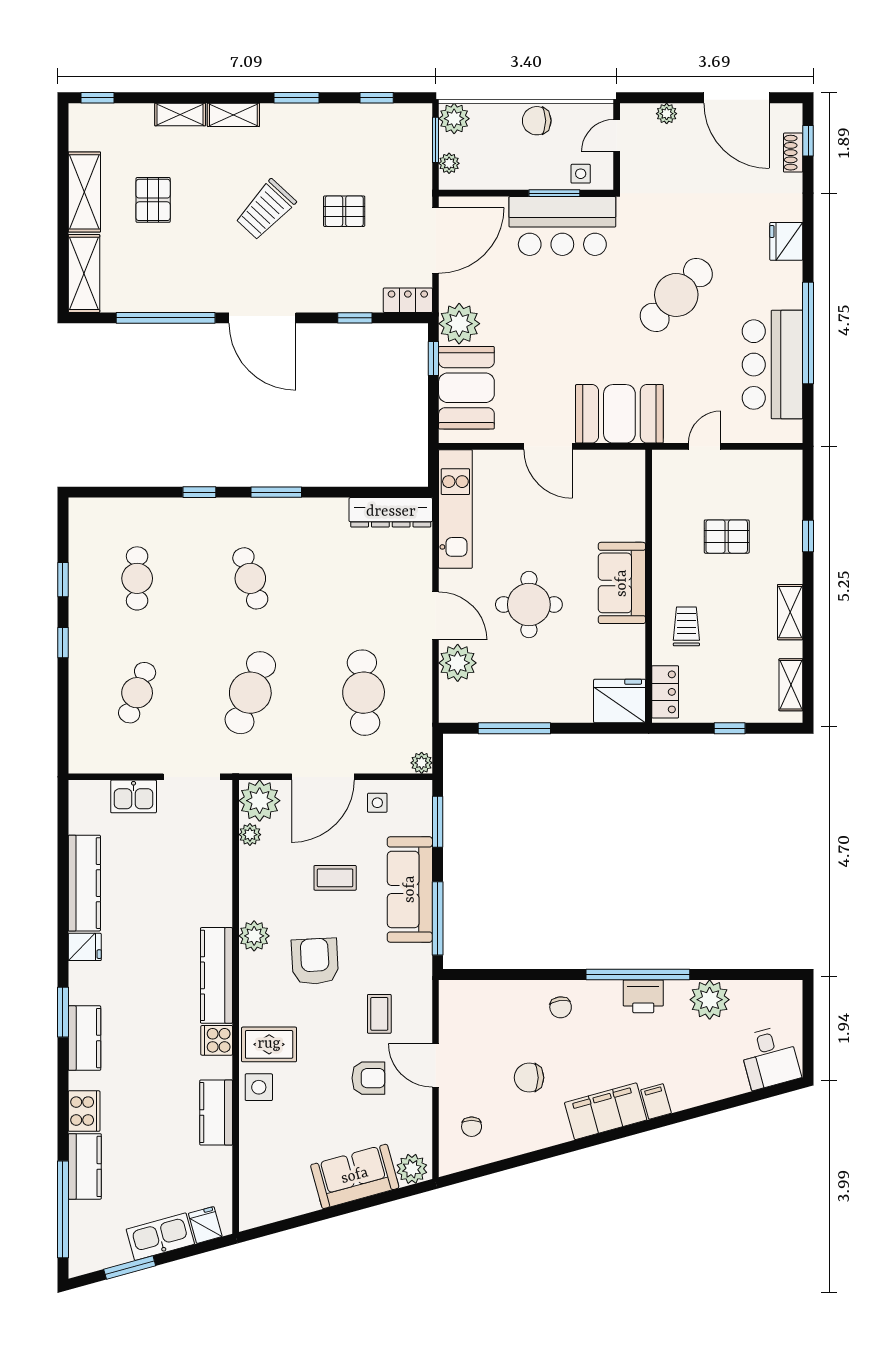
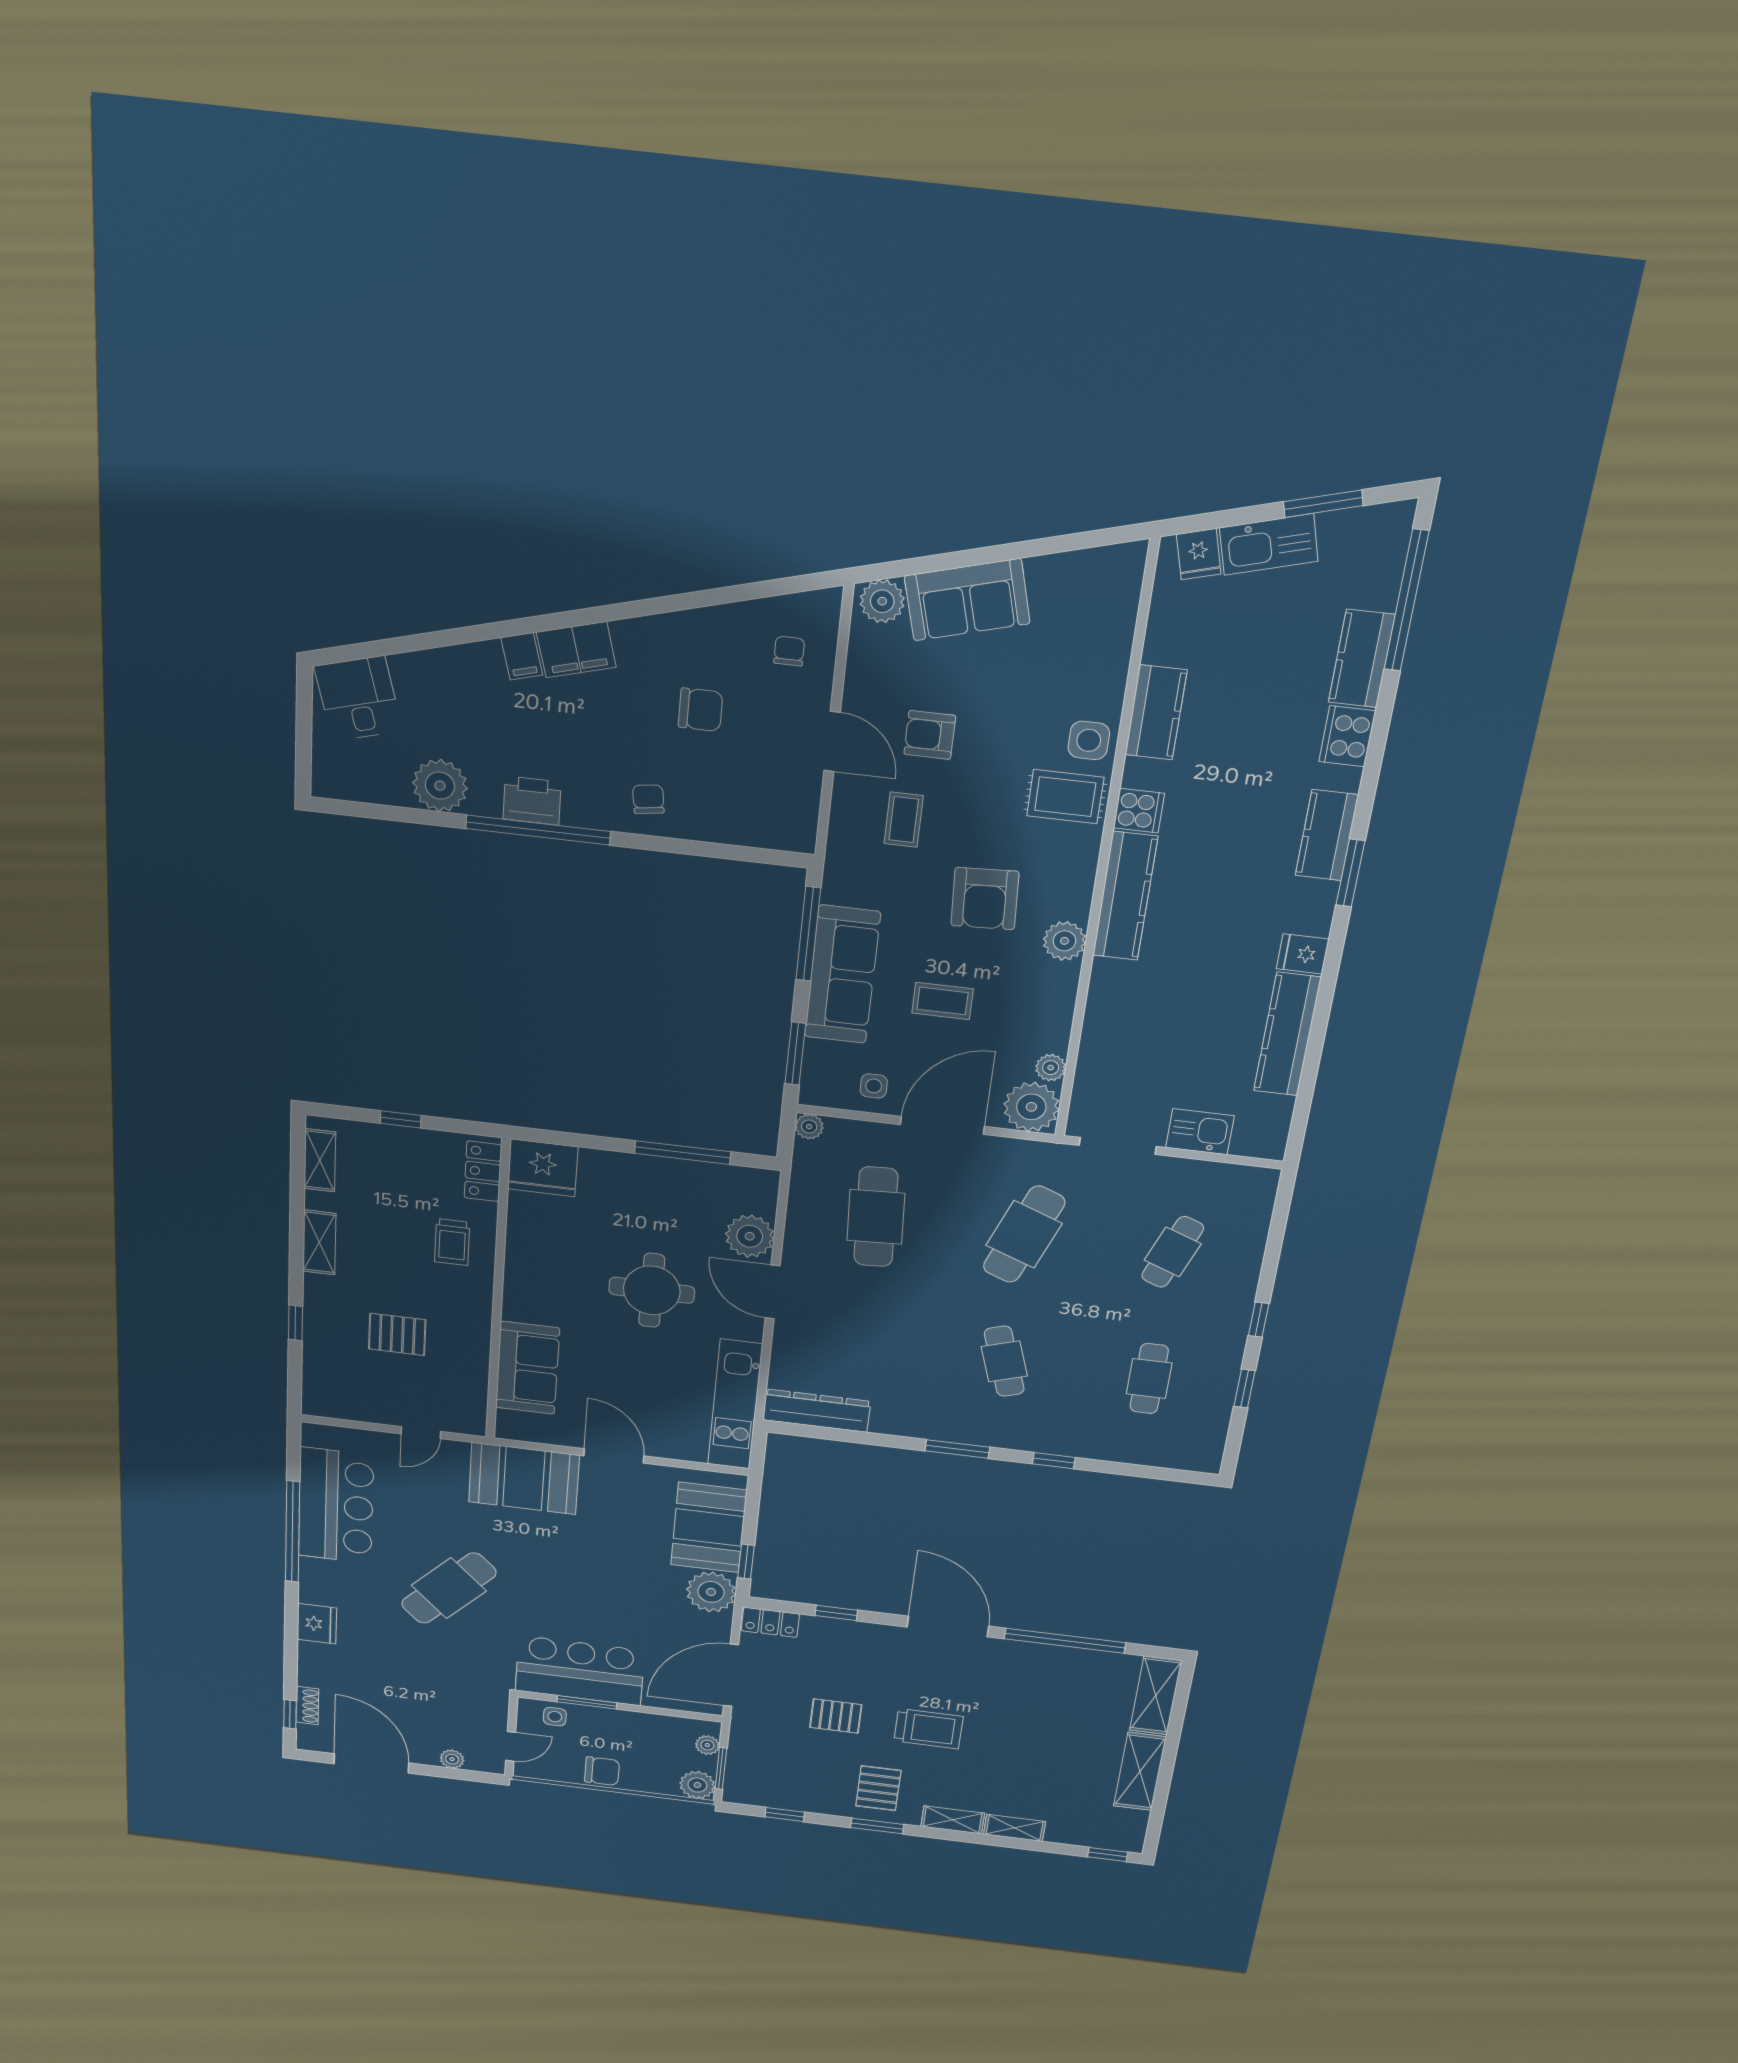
pallet: (153, 200) -> (878, 1788), moved
trolley: (266, 210) -> (928, 1729), turned 47
sofa: (622, 583) -> (527, 1368), moved
filing cabinet: (606, 1111) -> (576, 650), width x0.67, depth x0.86

